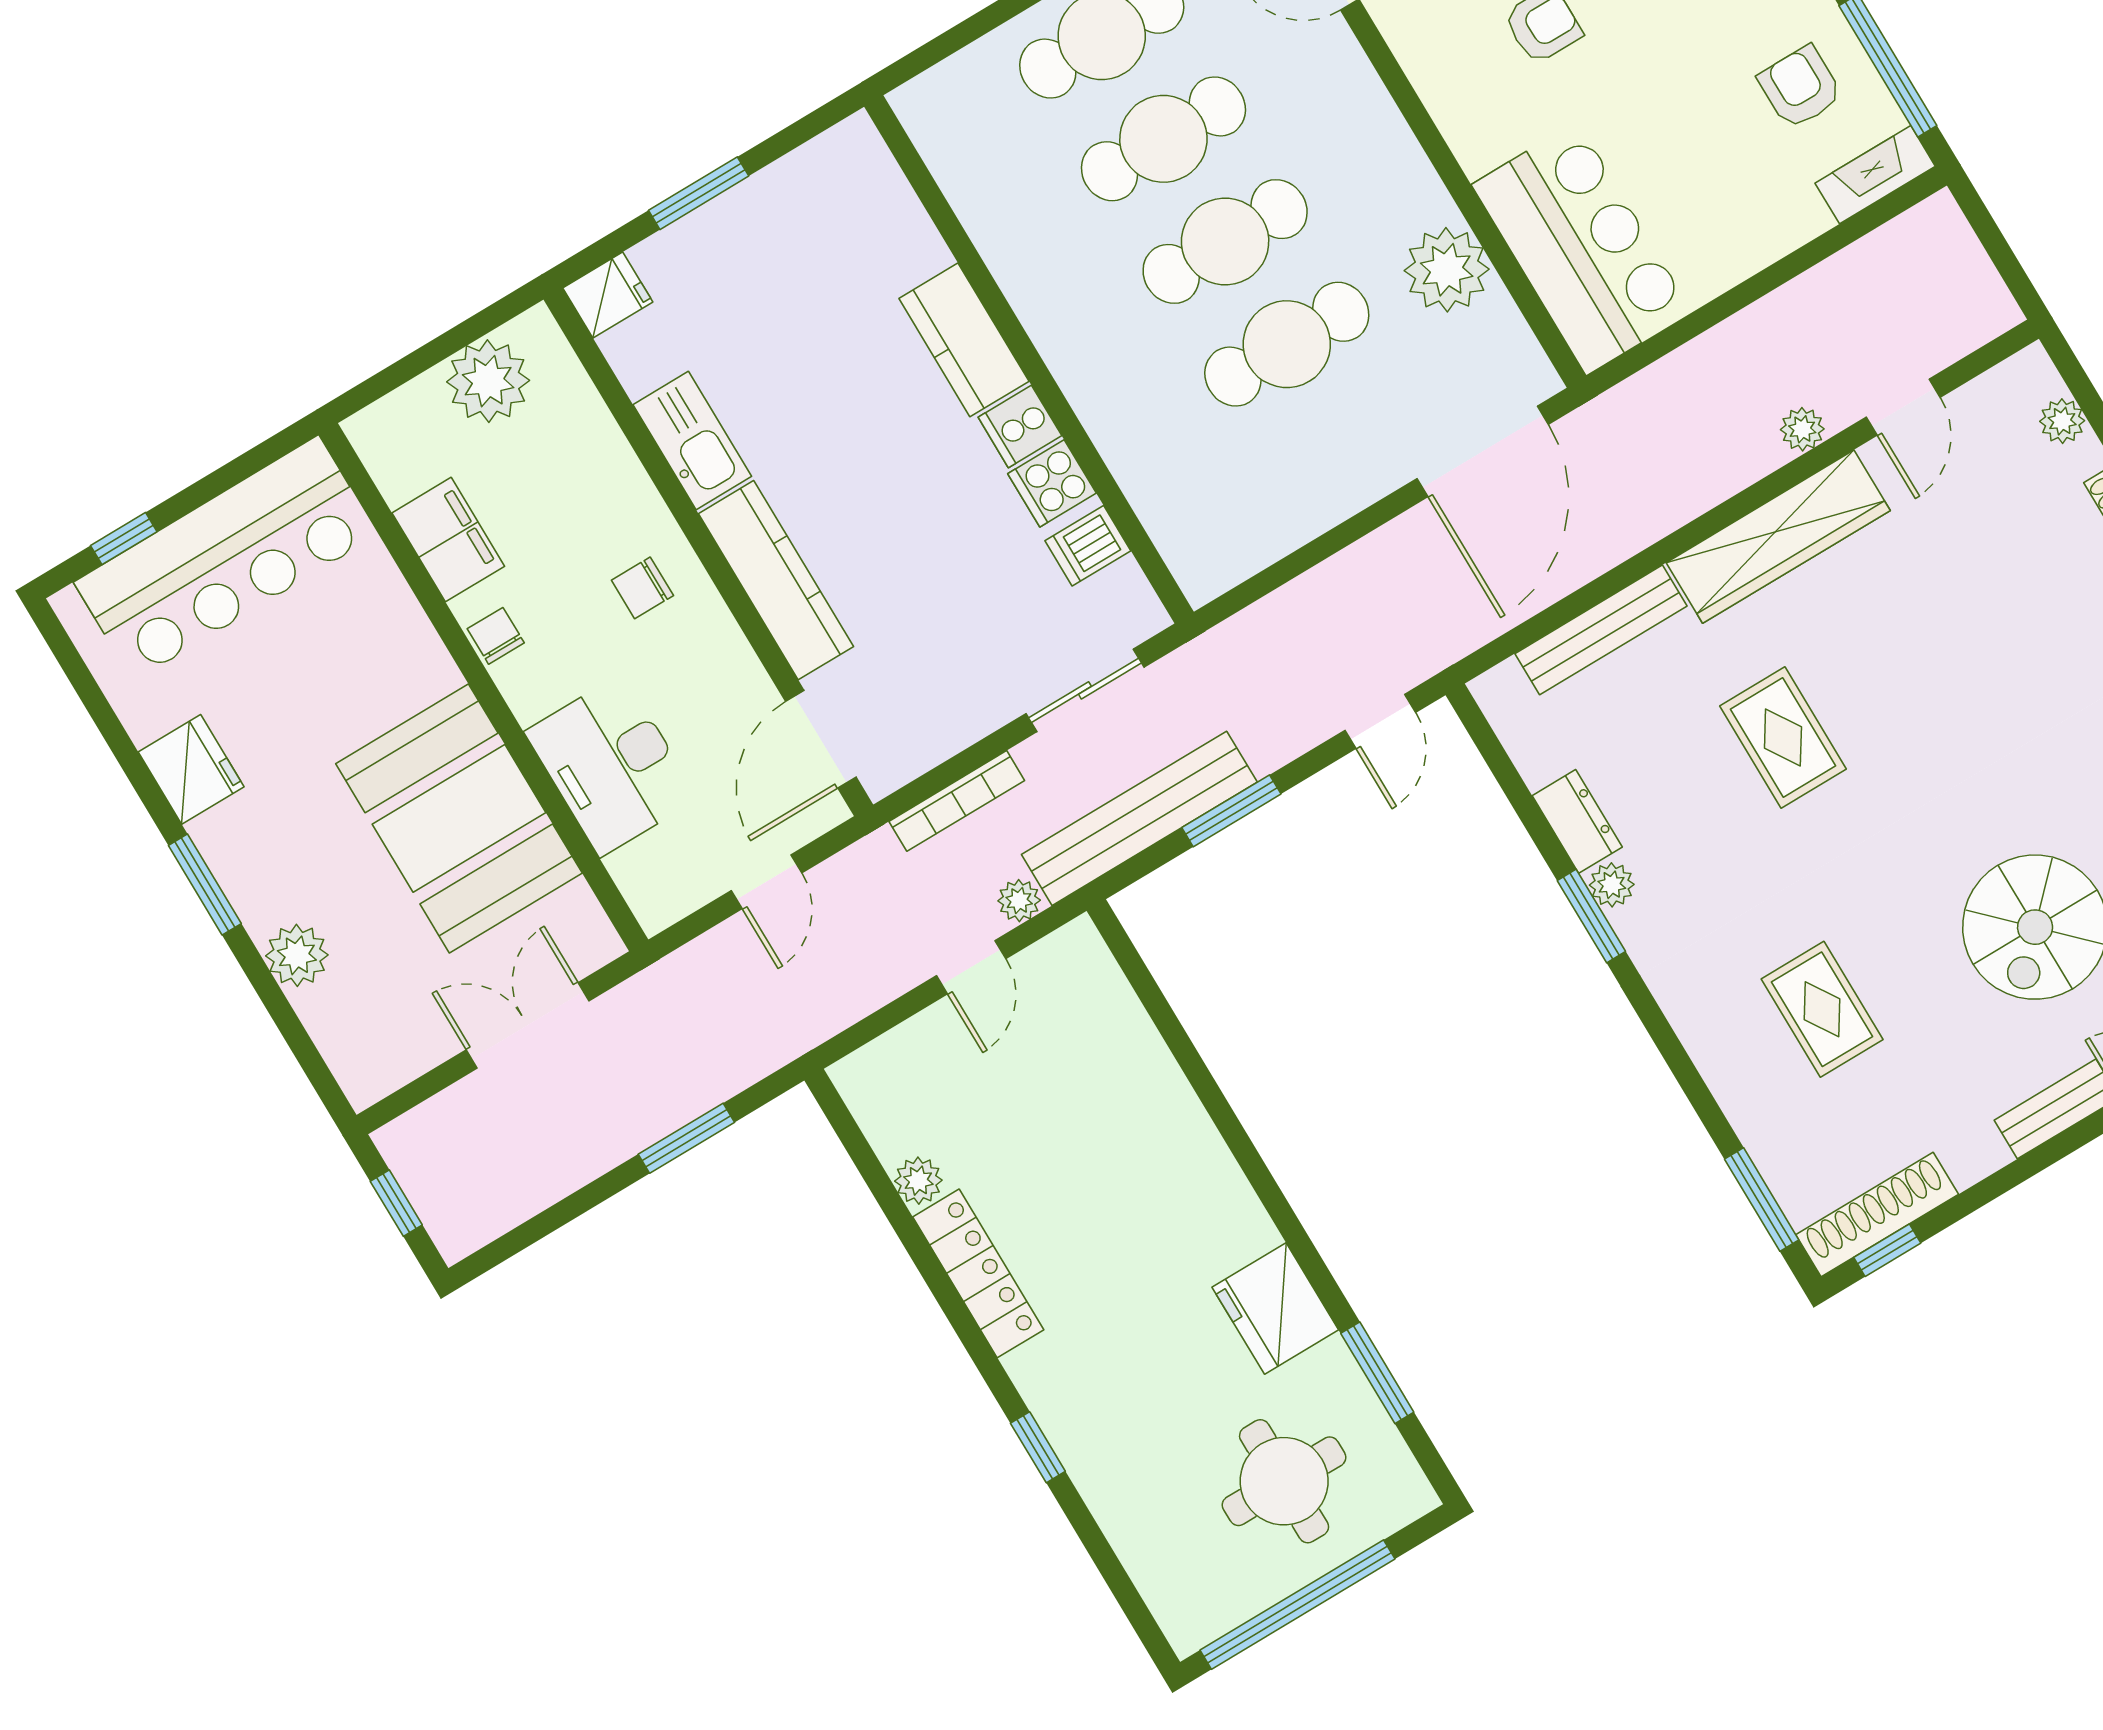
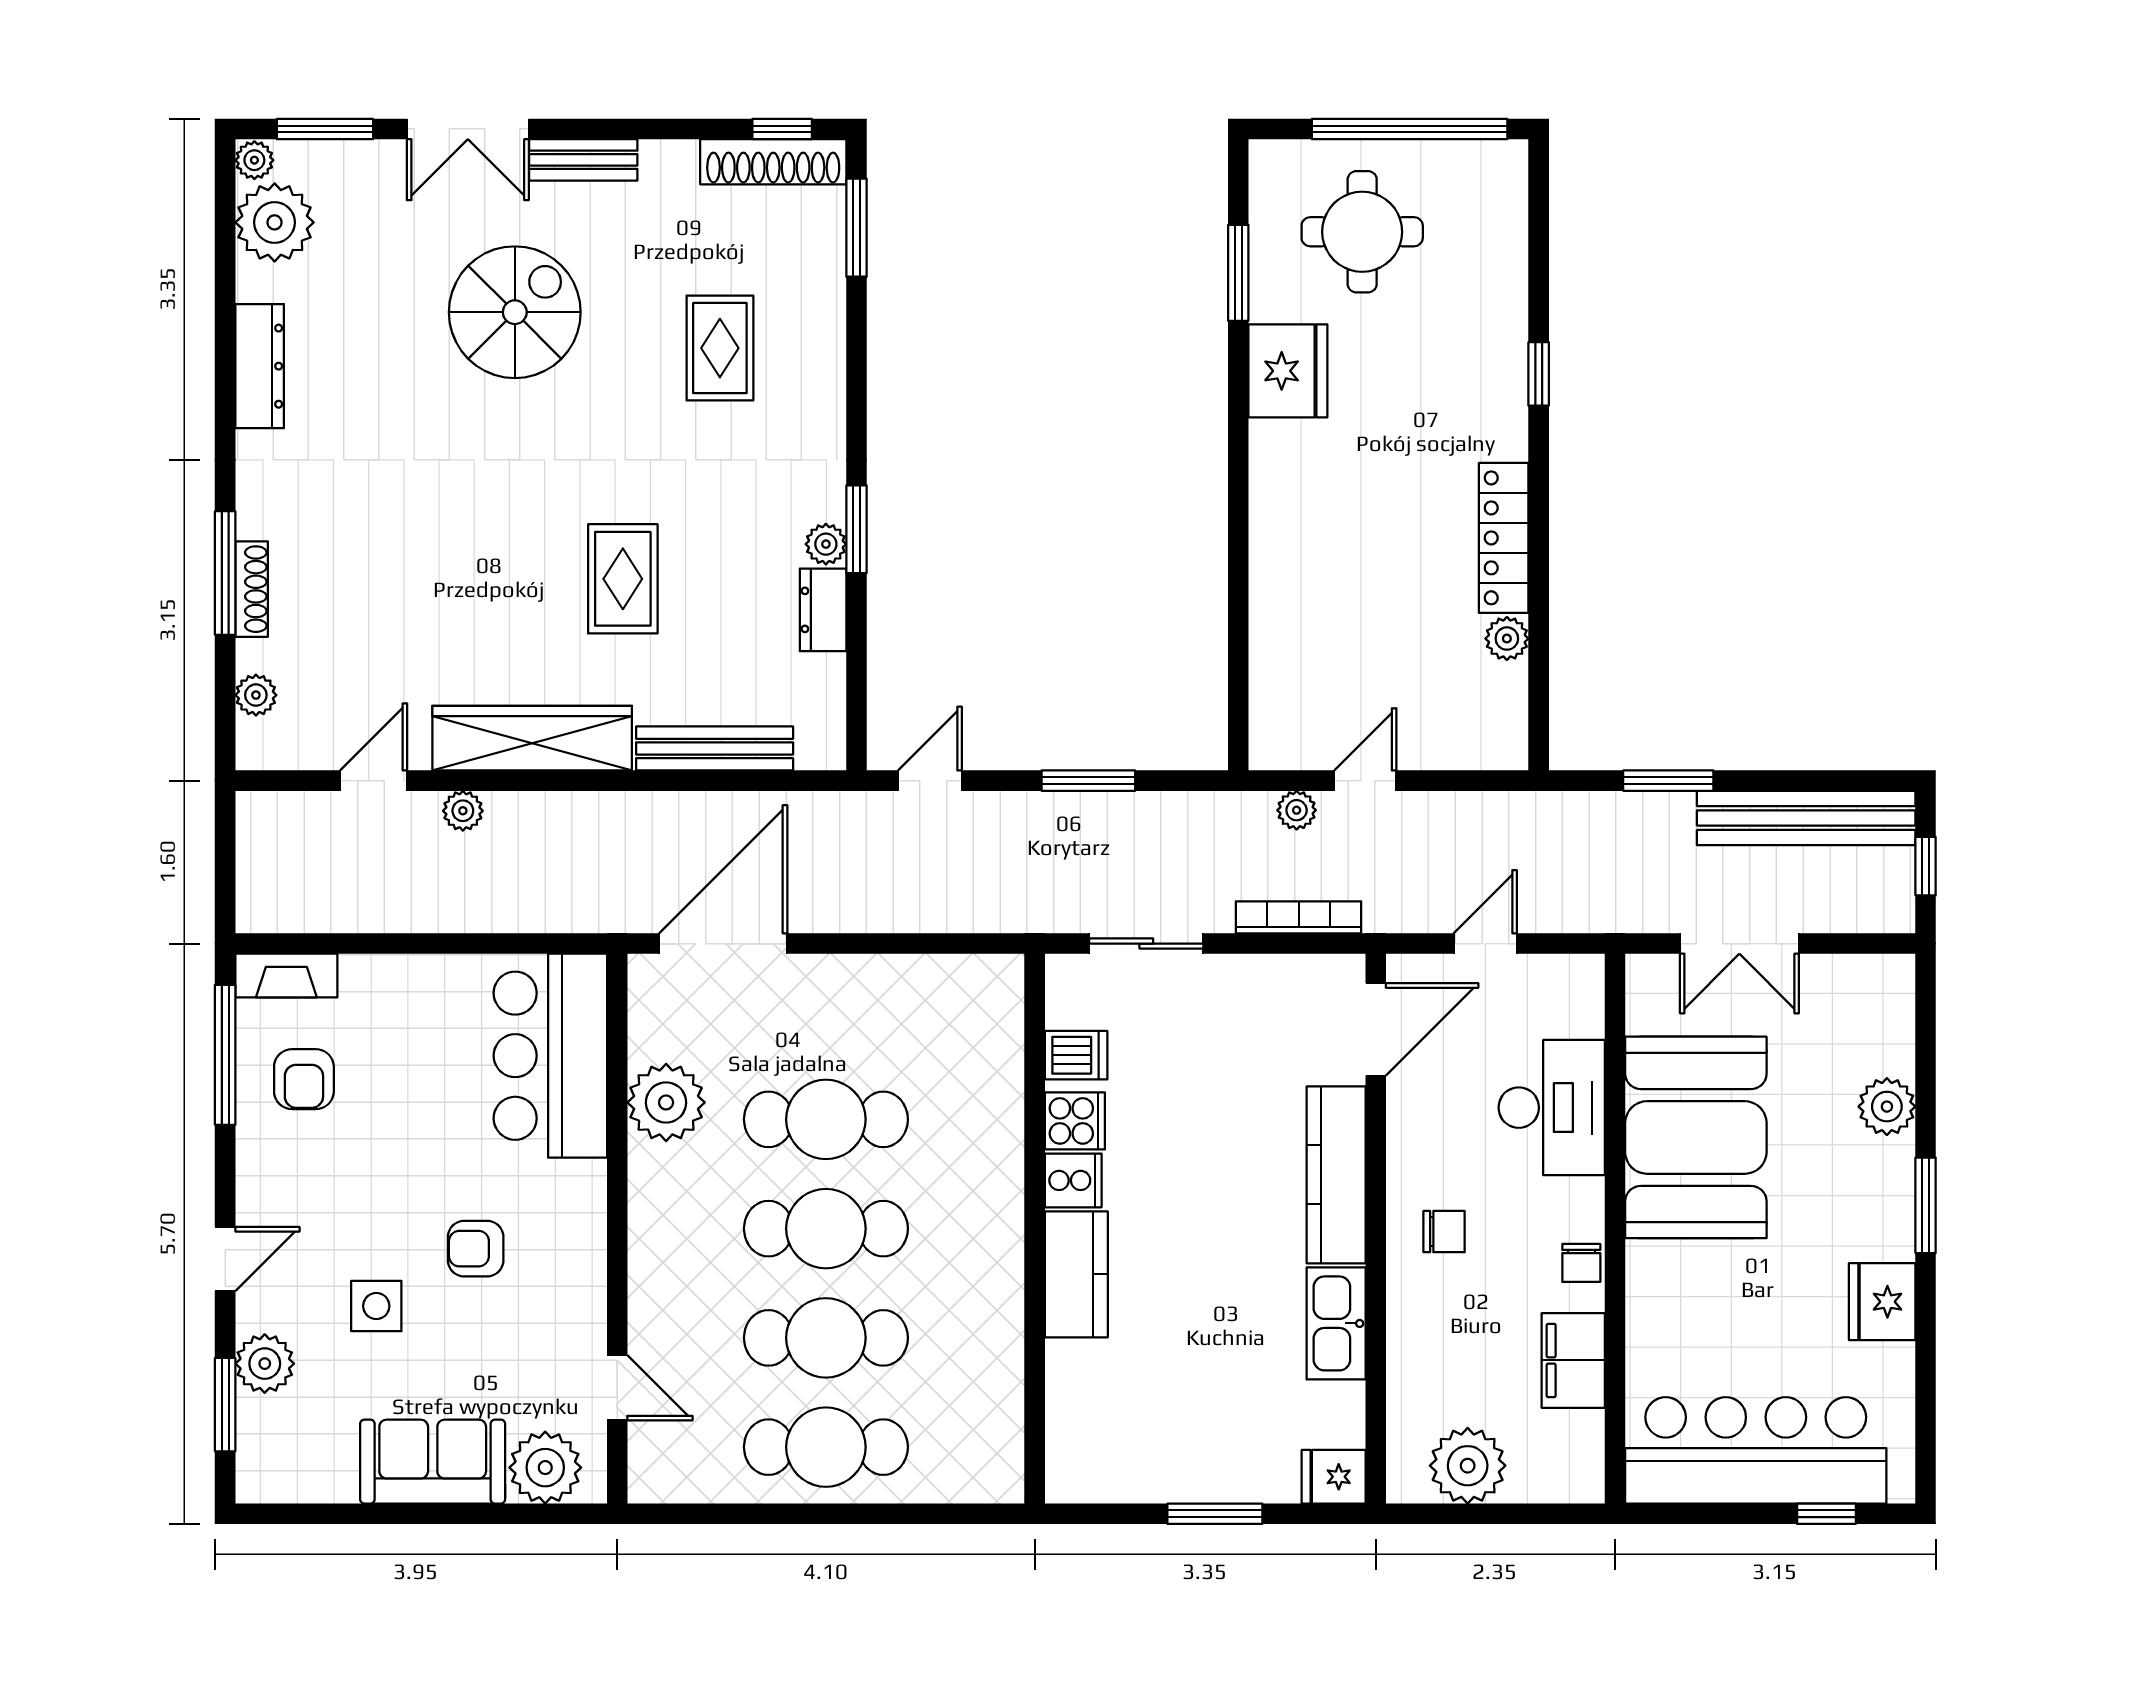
bench: (1139, 818) -> (1806, 818), moved

